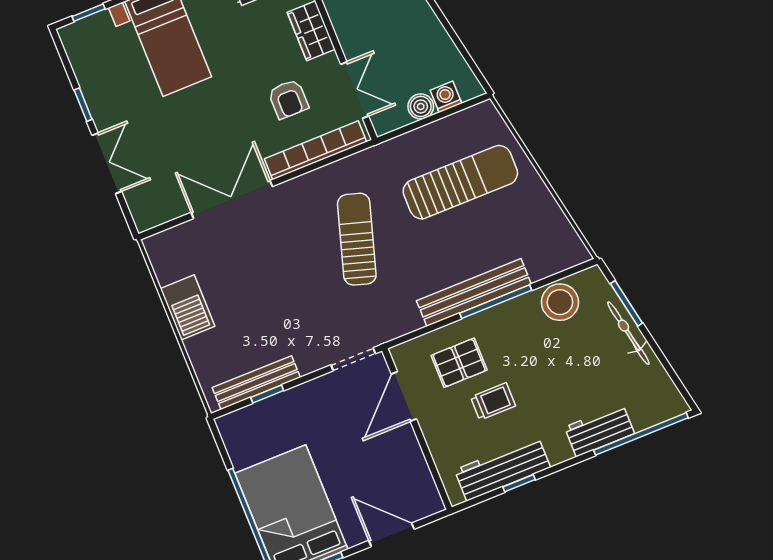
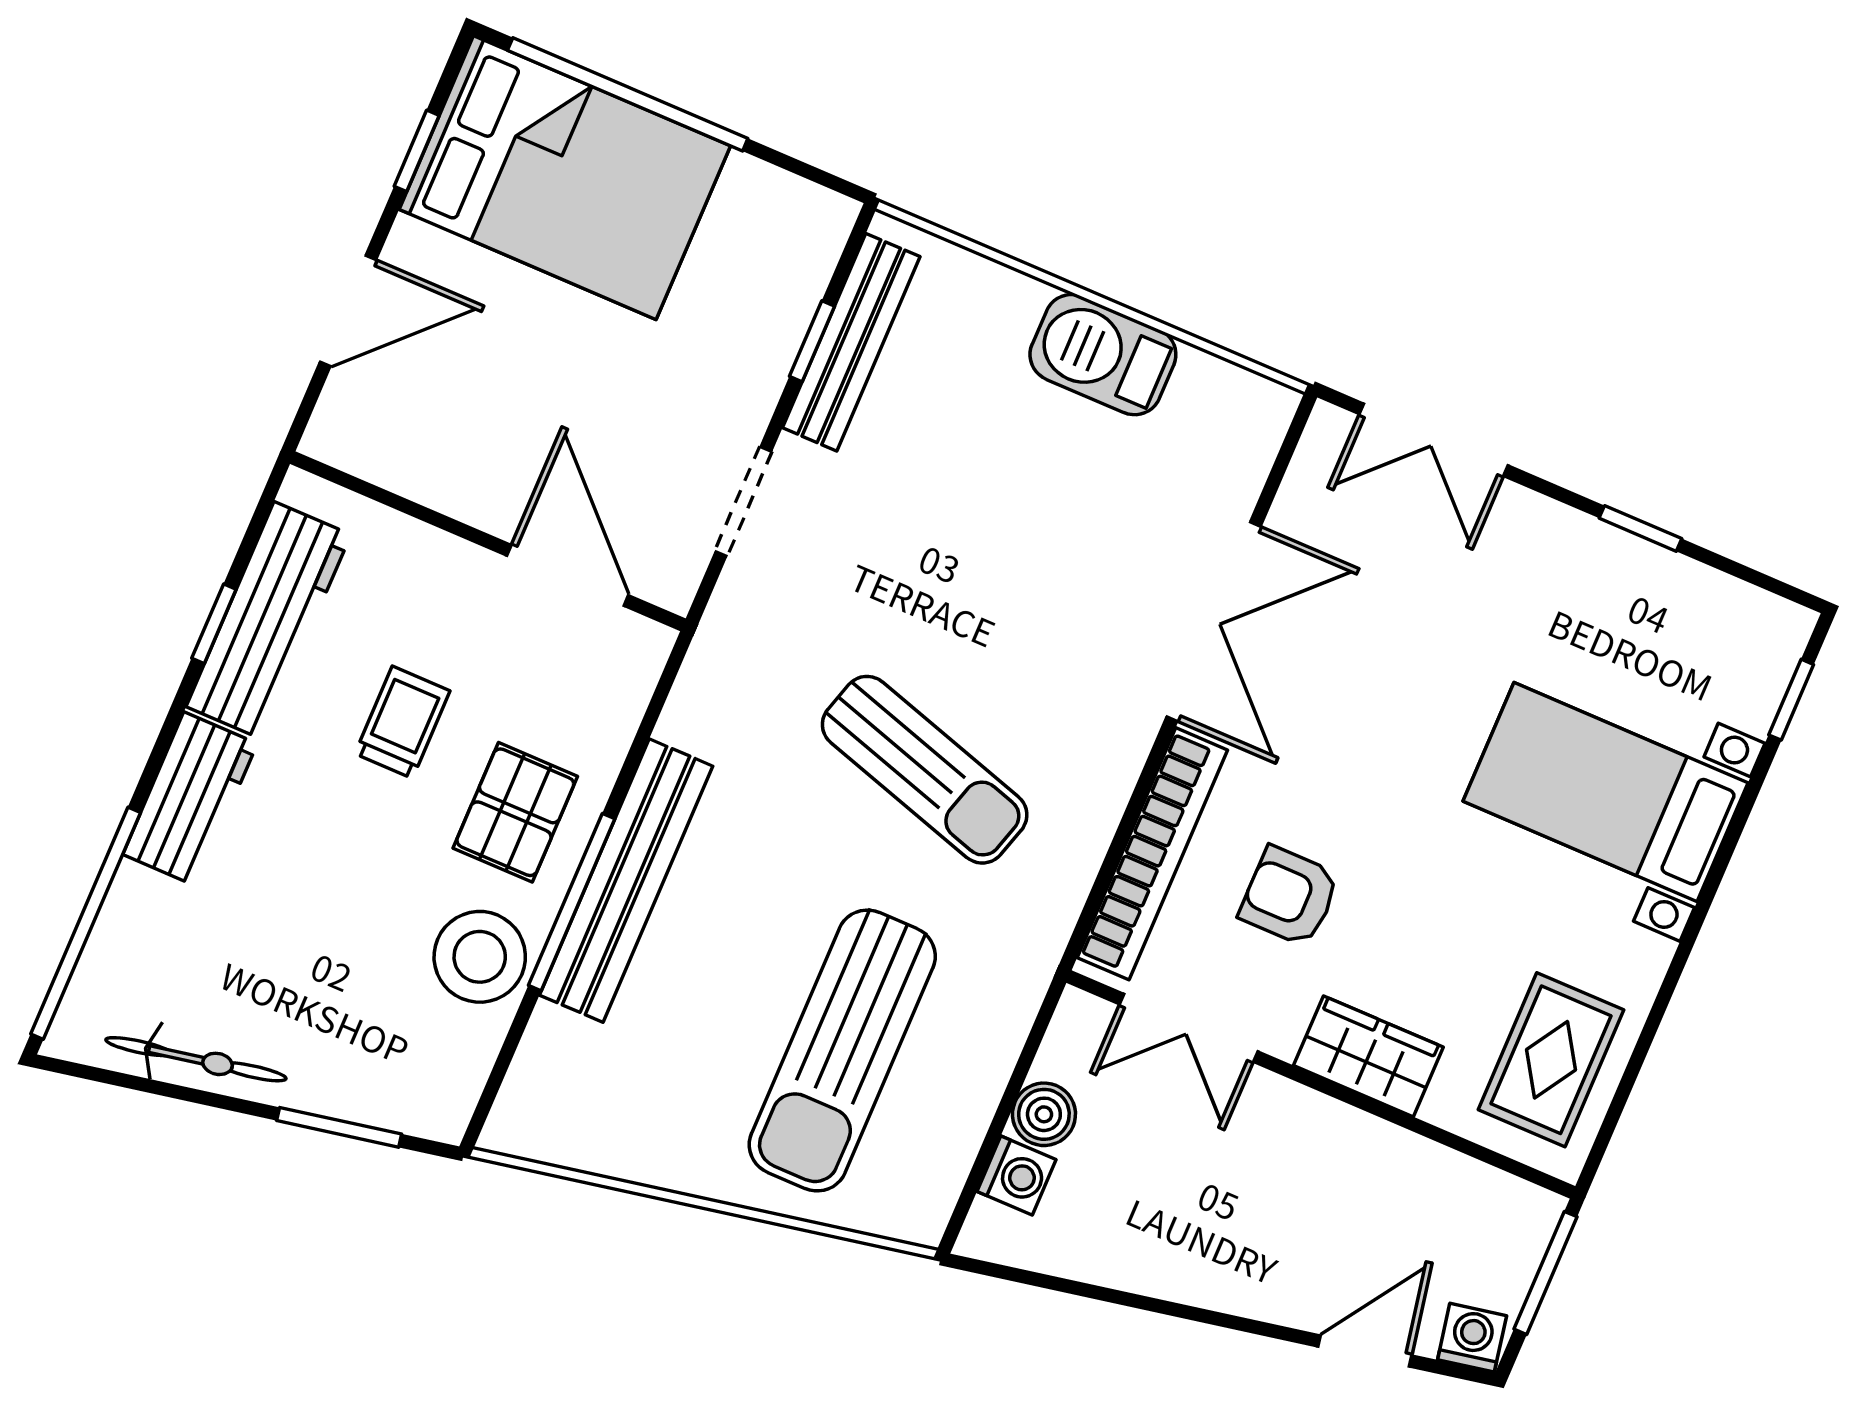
double door: (107, 163) -> (1434, 440), moved
stool: (560, 302) -> (480, 957), moved
bicycle: (628, 333) -> (196, 1059), moved
doorway: (353, 359) -> (743, 502), moved
pallet: (459, 363) -> (515, 812), moved
trolley: (493, 401) -> (402, 722), turned 180
workbench: (599, 430) -> (190, 799), moved

